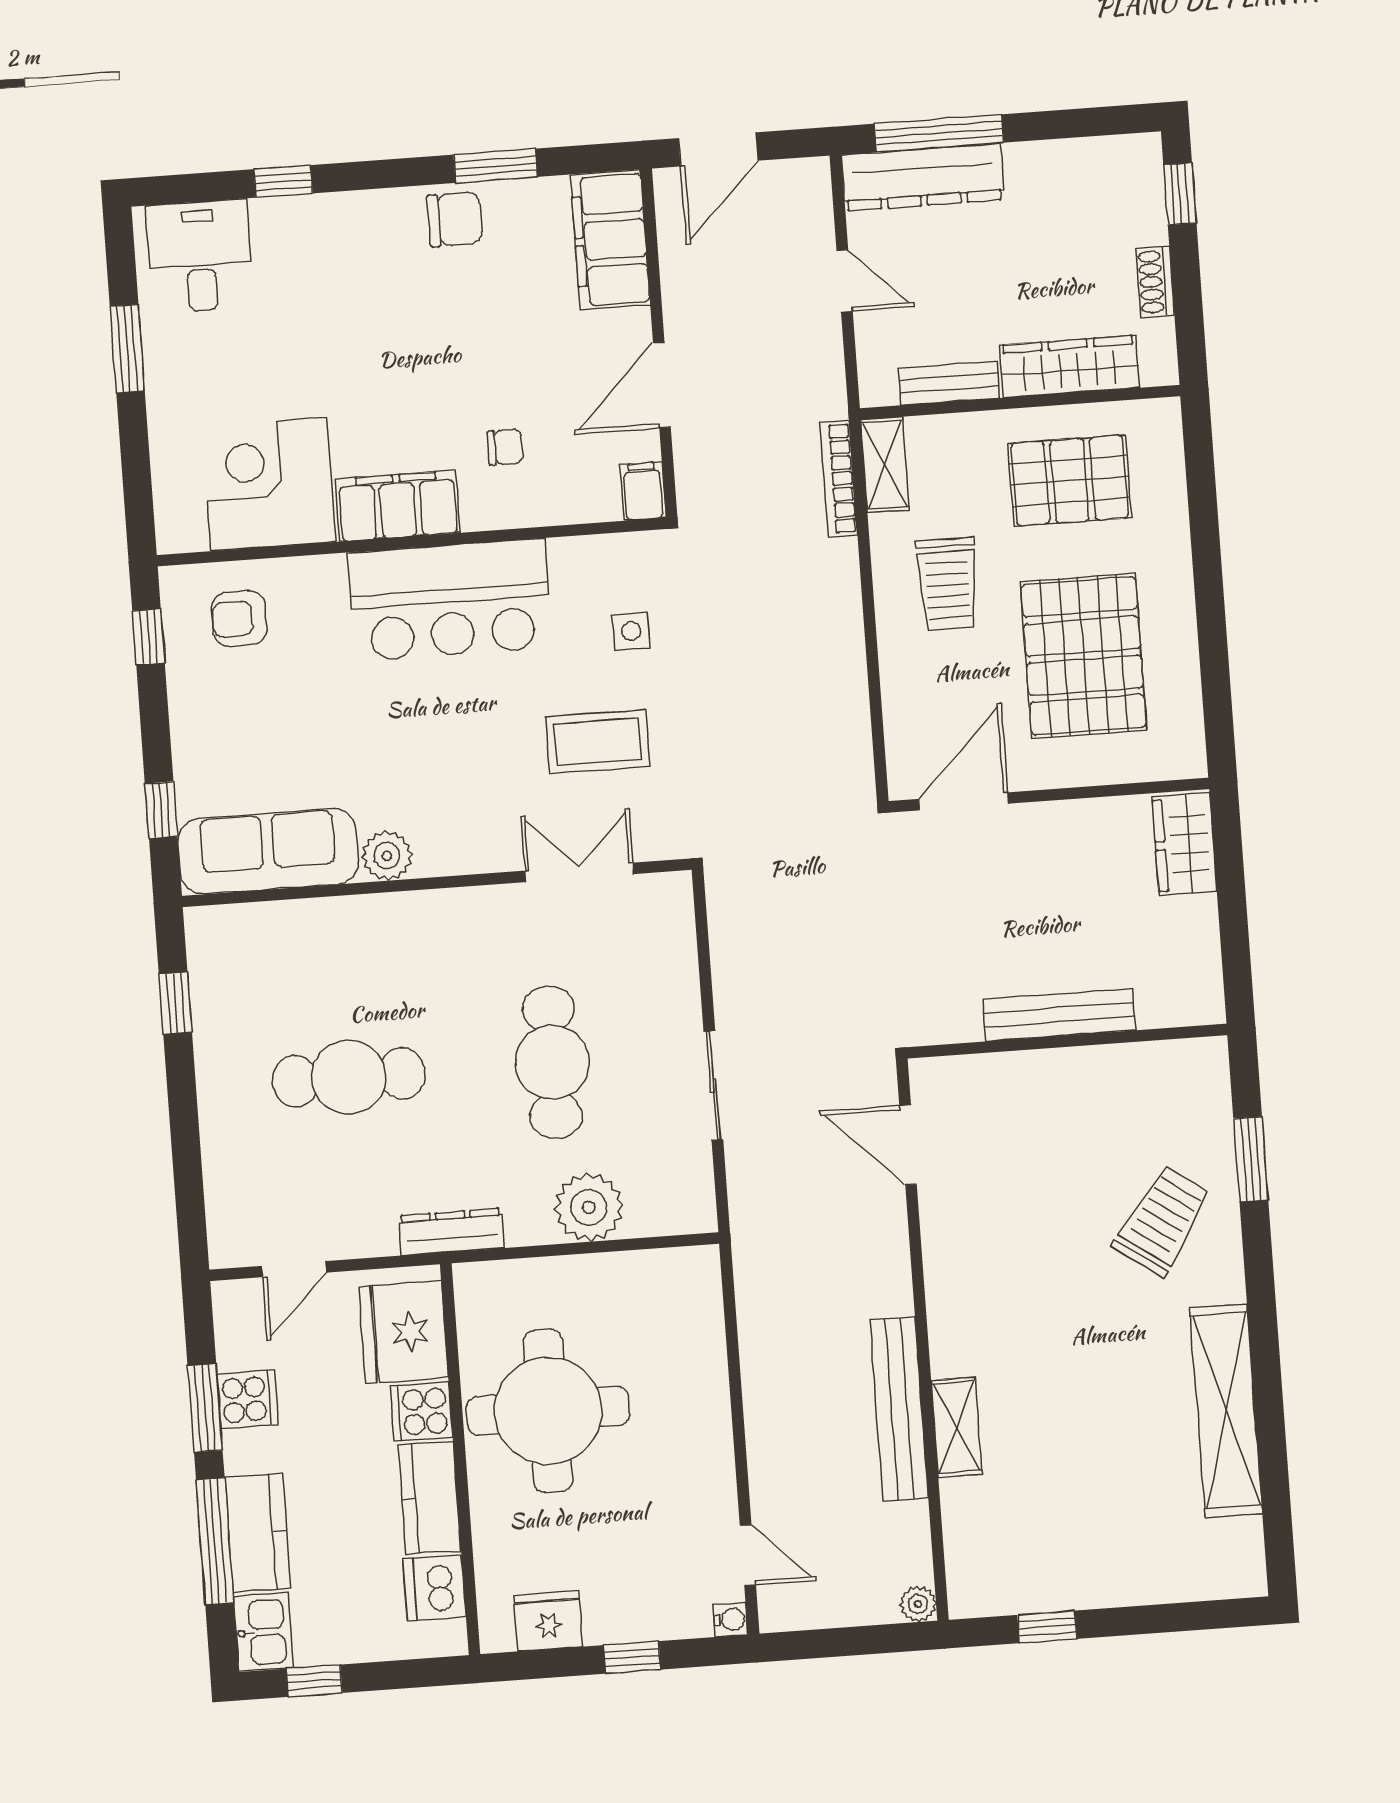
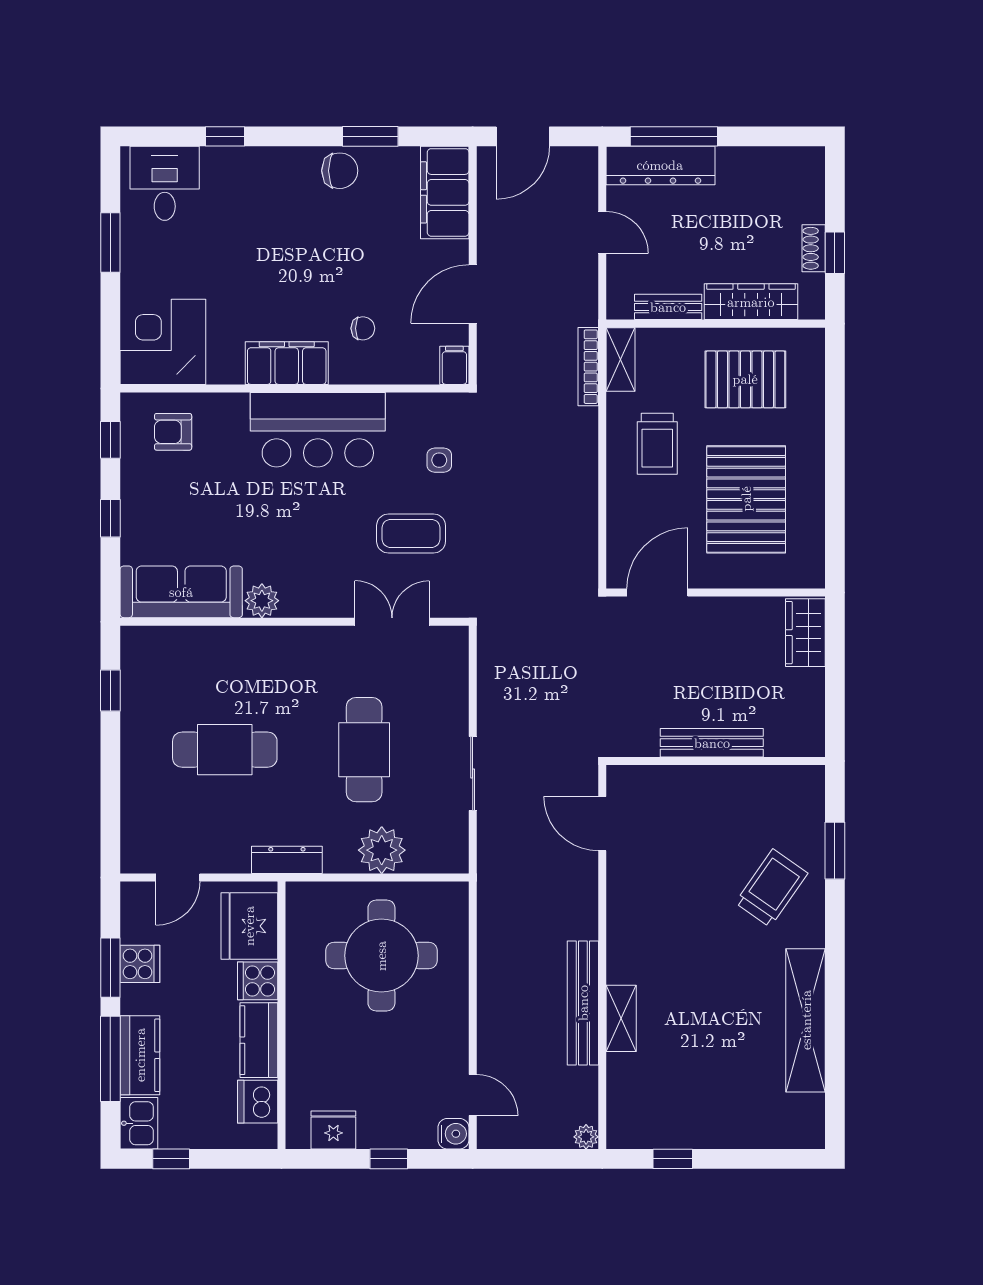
window: (1180, 194) -> (835, 253), moved
corner desk: (269, 484) -> (163, 342), moved
window: (161, 810) -> (110, 518), moved
round table: (548, 1411) -> (381, 956), moved
water cooler: (731, 1620) -> (453, 1134), width x1.38, depth x1.38

